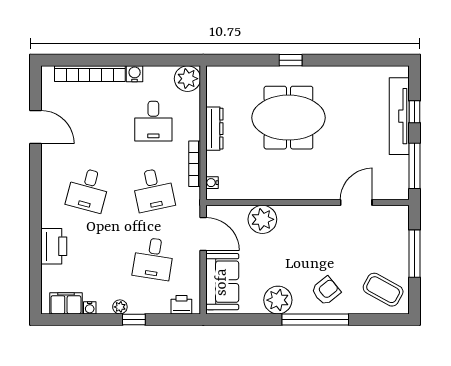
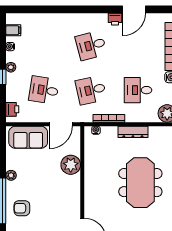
desk: (88, 190) -> (91, 45), turned -30
printer: (54, 246) -> (115, 19), moved, width x0.53, depth x0.68
armchair: (326, 291) -> (22, 208), turned 129
plant: (278, 300) -> (11, 175), width x0.53, depth x0.53
filing cabinet: (66, 303) -> (13, 30), width x0.50

